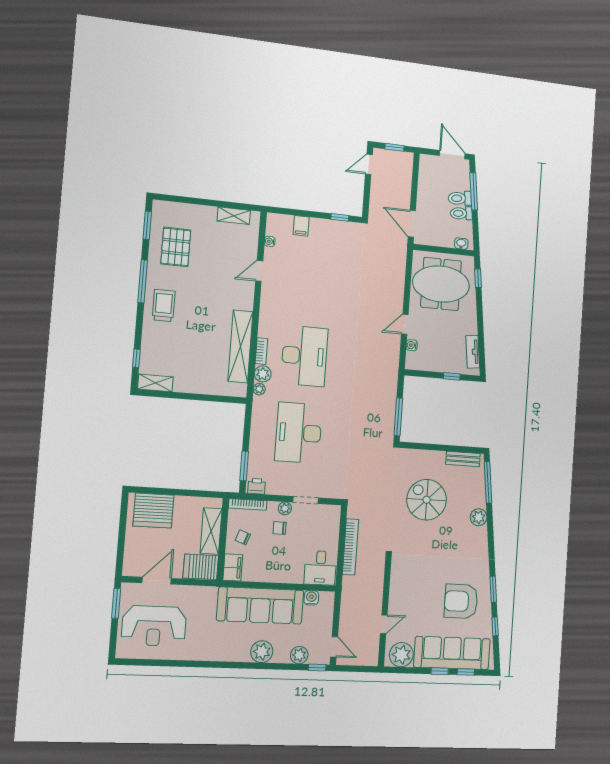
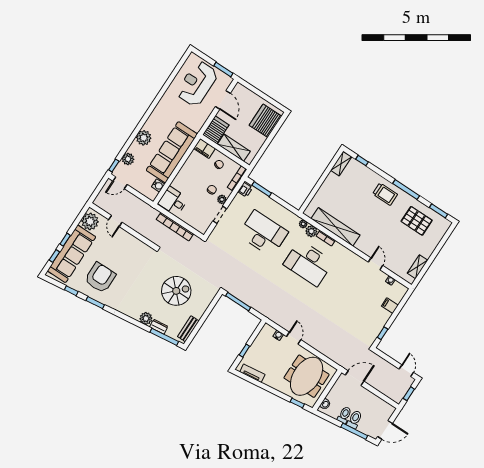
dresser: (480, 496) -> (159, 327), added

